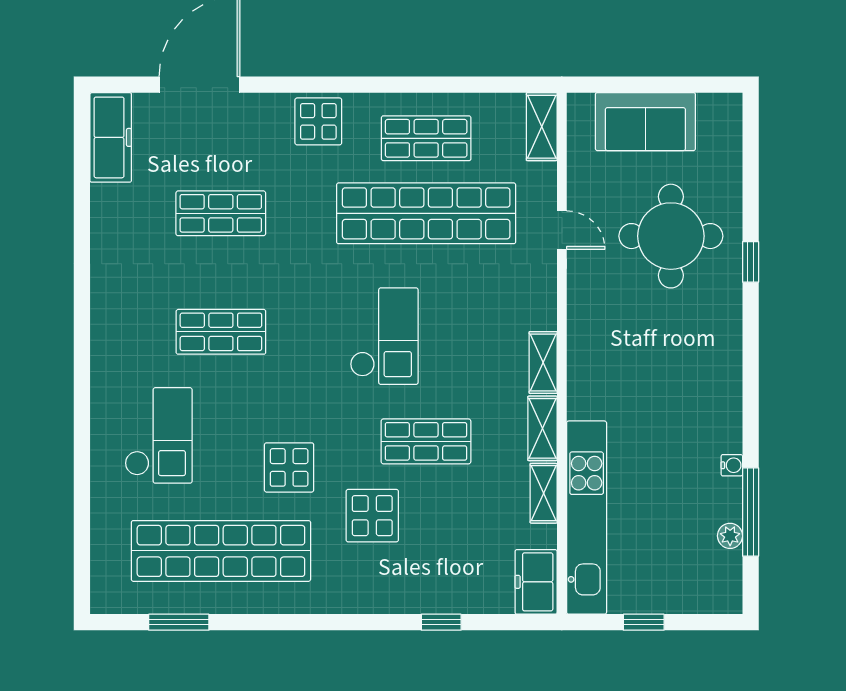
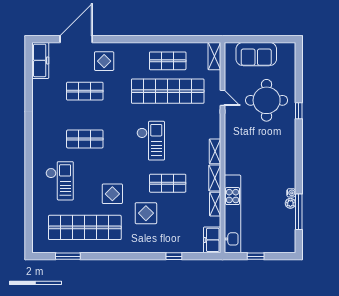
display table: (318, 121) -> (104, 61), moved
plant: (730, 536) -> (290, 203), moved

